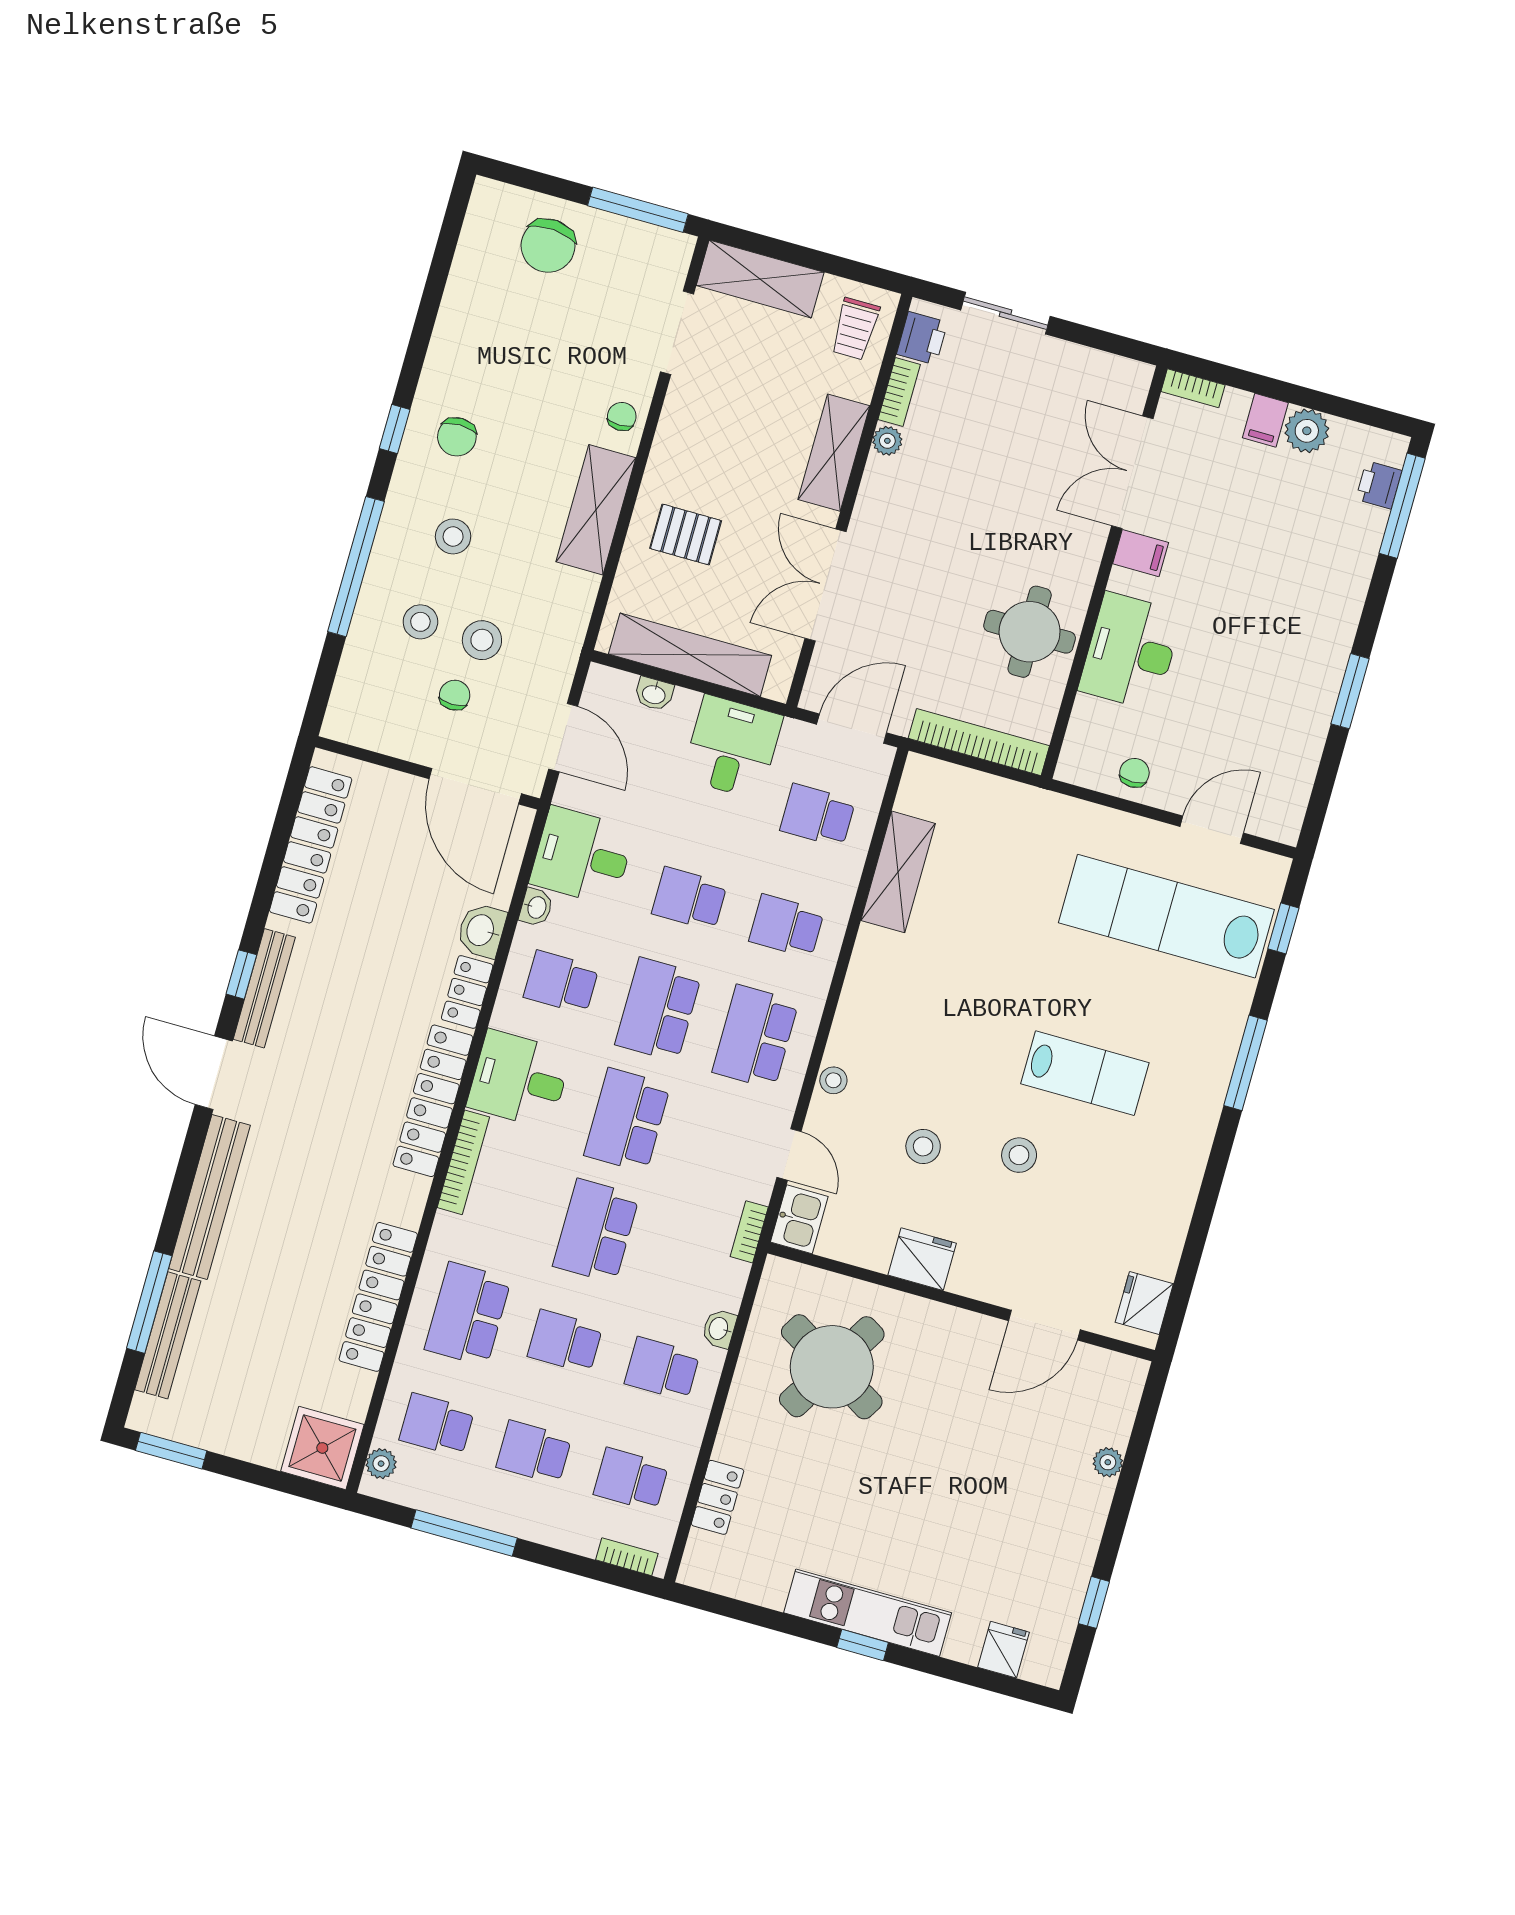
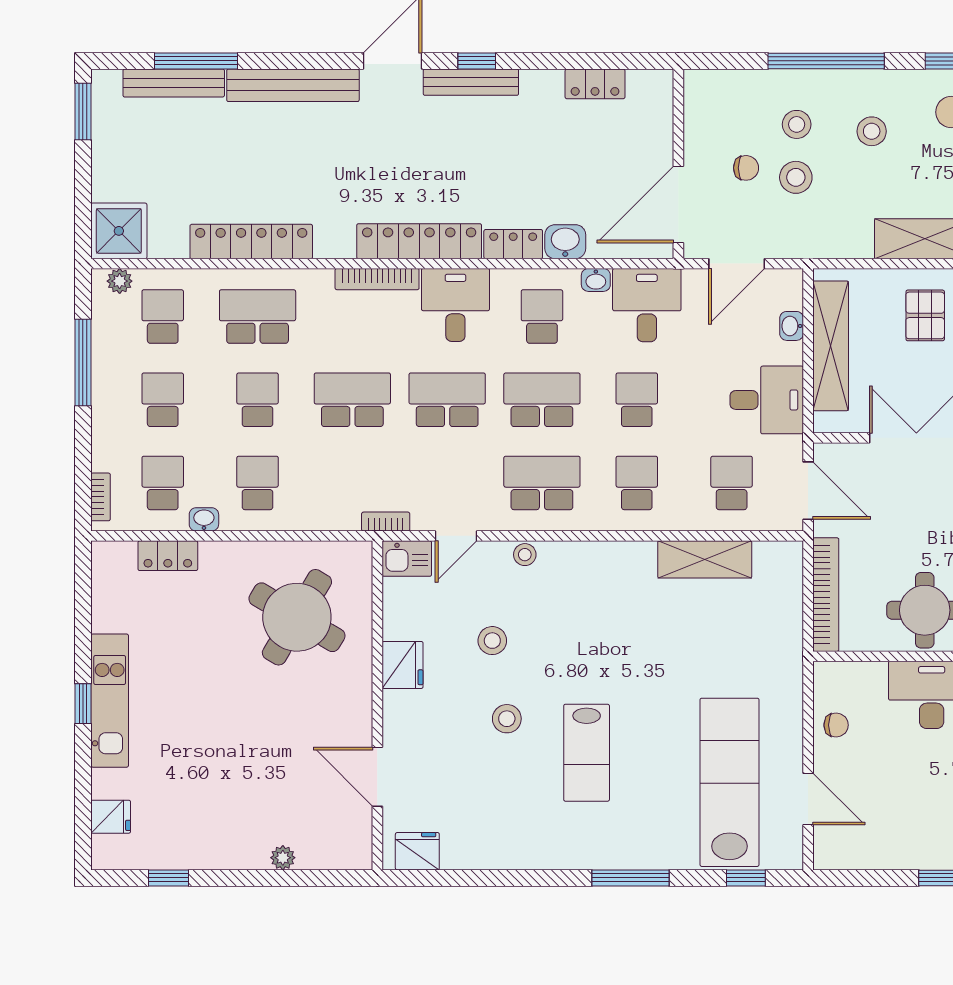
locker: (311, 845) -> (595, 84), width x0.46, depth x0.83
washbasin: (719, 1329) -> (204, 519), moved

